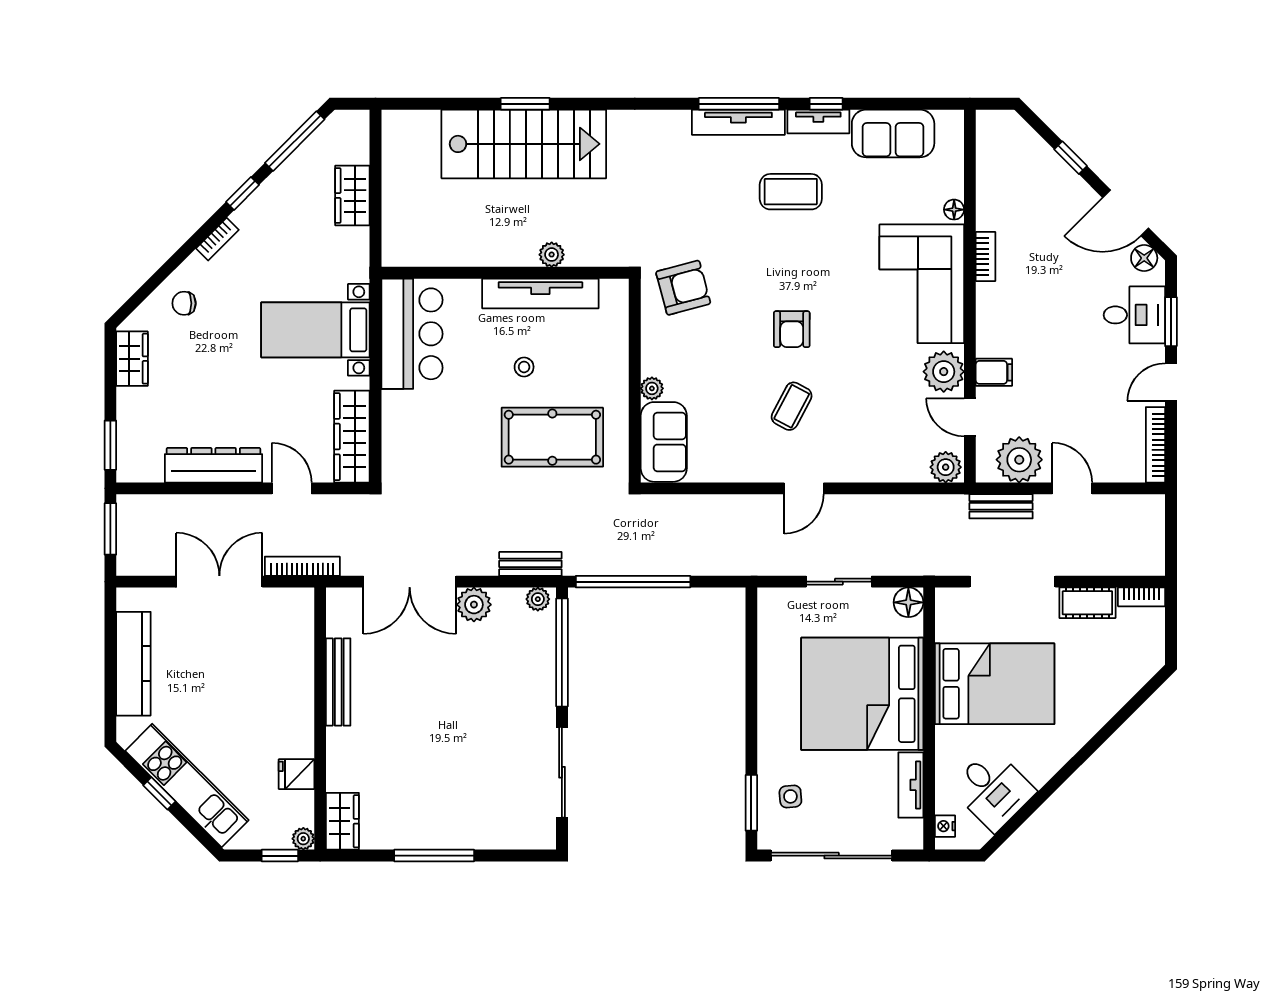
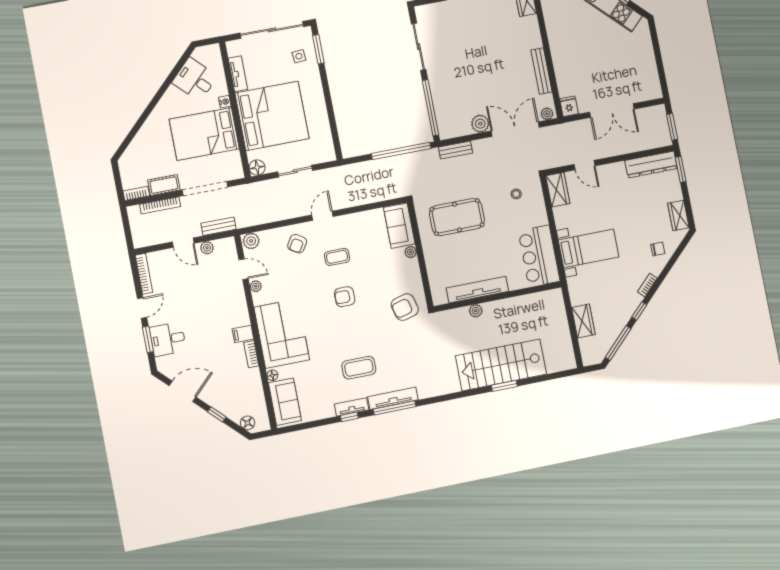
sofa: (893, 133) -> (285, 402), moved, turned 90
floor lamp: (1144, 258) -> (248, 423), moved
armchair: (792, 329) -> (345, 297), turned -90
stool: (524, 367) -> (516, 194), moved
plant: (944, 372) -> (256, 286), width x0.53, depth x0.53
filing cabinet: (994, 372) -> (243, 334), moved
coffee table: (792, 406) -> (337, 257), turned 62
wardrobe: (352, 437) -> (558, 190), width x0.67
armchair: (861, 445) -> (297, 244), added
plant: (1019, 460) -> (207, 248), width x0.53, depth x0.53
dresser: (213, 465) -> (651, 165), moved
bookcase: (302, 566) -> (160, 205), moved
plant: (538, 599) -> (547, 114), moved
kitchen counter: (133, 664) -> (647, 61), removed
fridge: (296, 774) -> (569, 106), moved, turned -90
nightstand: (945, 826) -> (225, 102), moved

